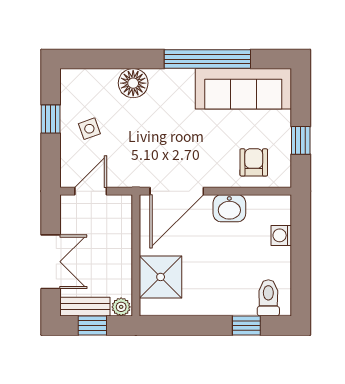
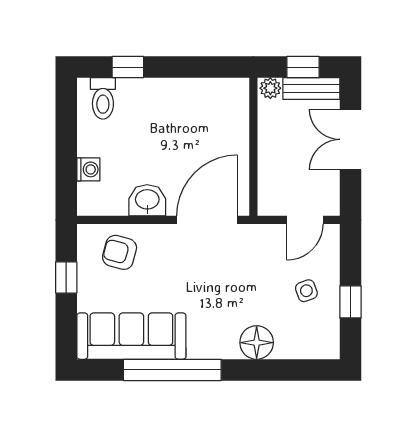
armchair: (254, 162) -> (120, 252), turned 105
shower: (161, 277) -> (225, 122), removed

